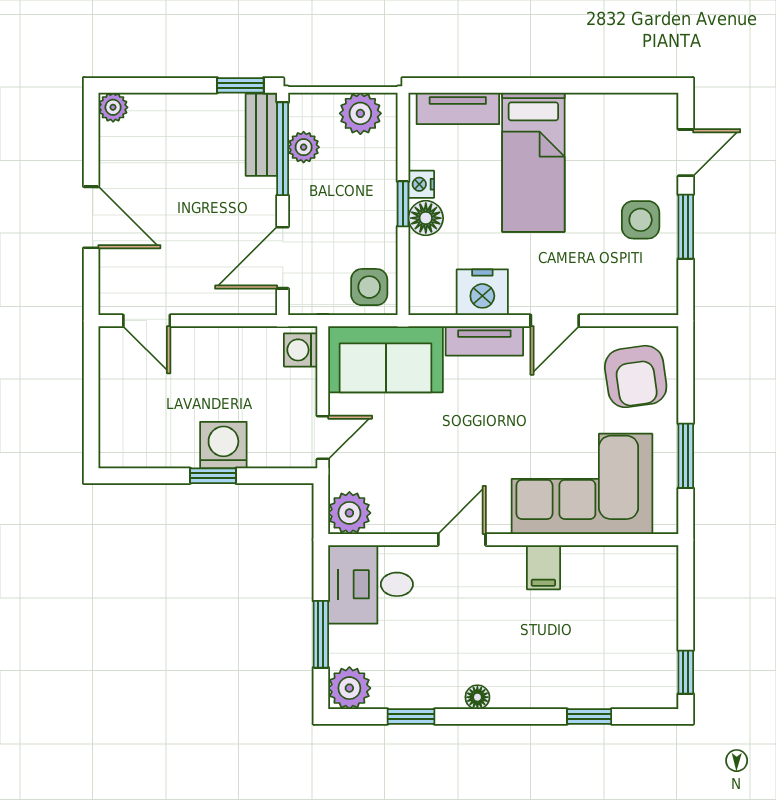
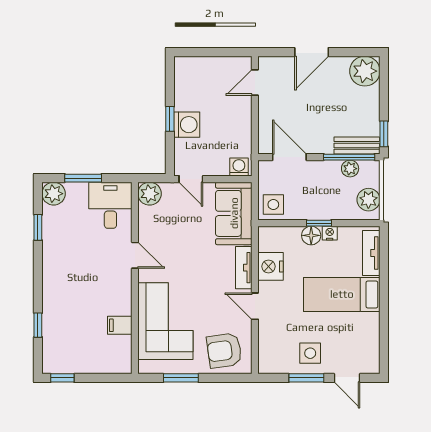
plant: (113, 107) -> (365, 71), width x1.88, depth x1.88
filing cabinet: (543, 567) -> (120, 325), moved
floor lamp: (477, 697) -> (49, 264), removed

